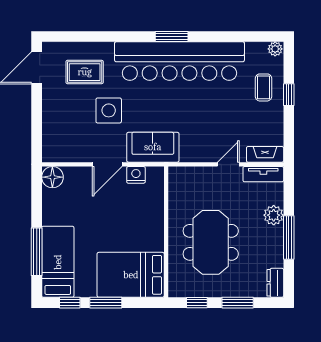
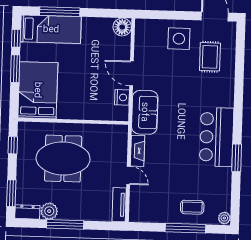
window: (172, 37) -> (237, 158), moved
bar counter: (179, 61) -> (217, 137), width x0.54
window: (289, 95) -> (185, 228), width x2.17
side table: (109, 110) -> (179, 39), moved
fireplace: (265, 154) -> (138, 151), moved
plant: (274, 215) -> (49, 211), moved
window: (238, 303) -> (11, 193), moved

